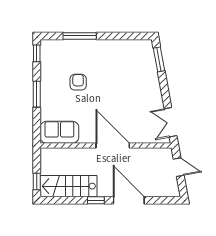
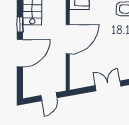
double door: (170, 122) -> (108, 86), moved

